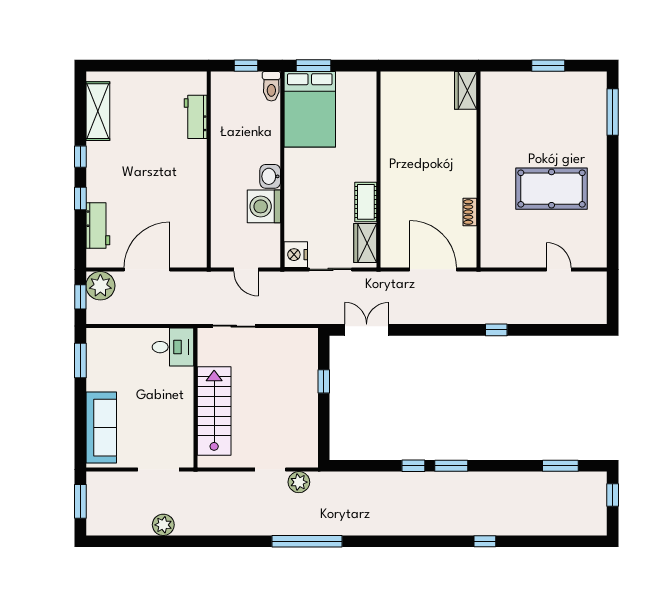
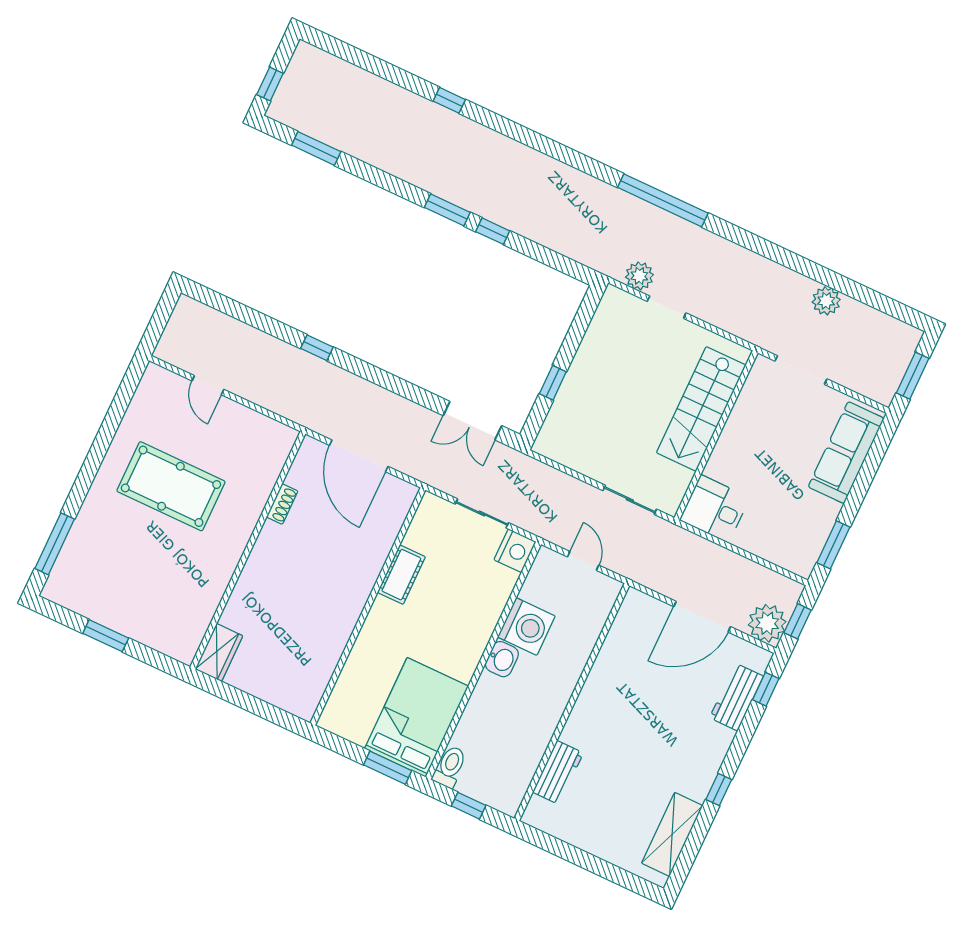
window: (80, 199) -> (766, 689), moved
wardrobe: (365, 243) -> (425, 526), removed

